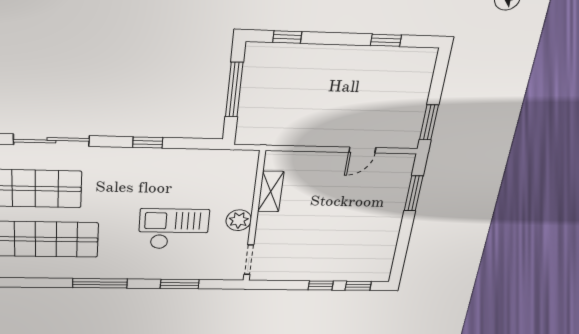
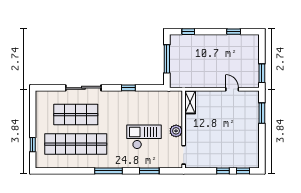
door: (362, 150) -> (232, 89), swing flipped
shelving: (271, 192) -> (190, 102), moved

